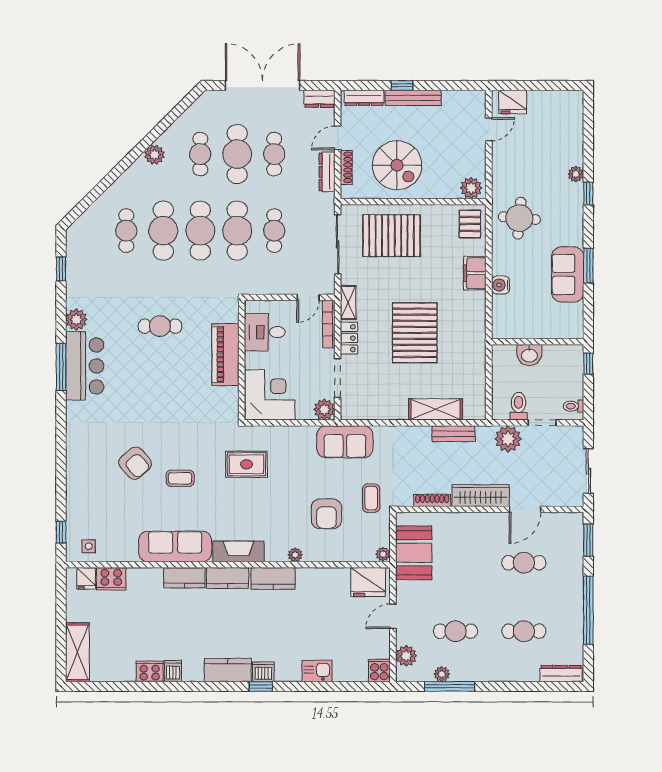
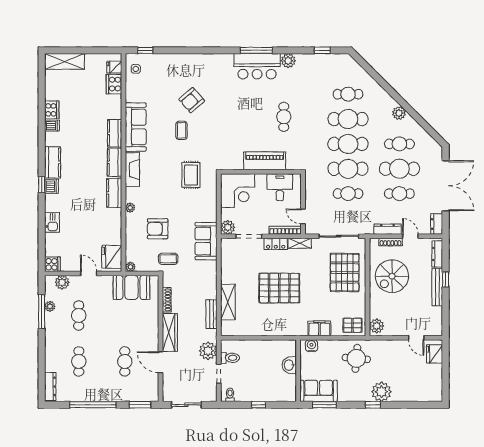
plant: (576, 174) -> (381, 392), width x1.87, depth x1.87
wall: (538, 342) -> (298, 371), moved
washbasin: (529, 355) -> (289, 365), moved

